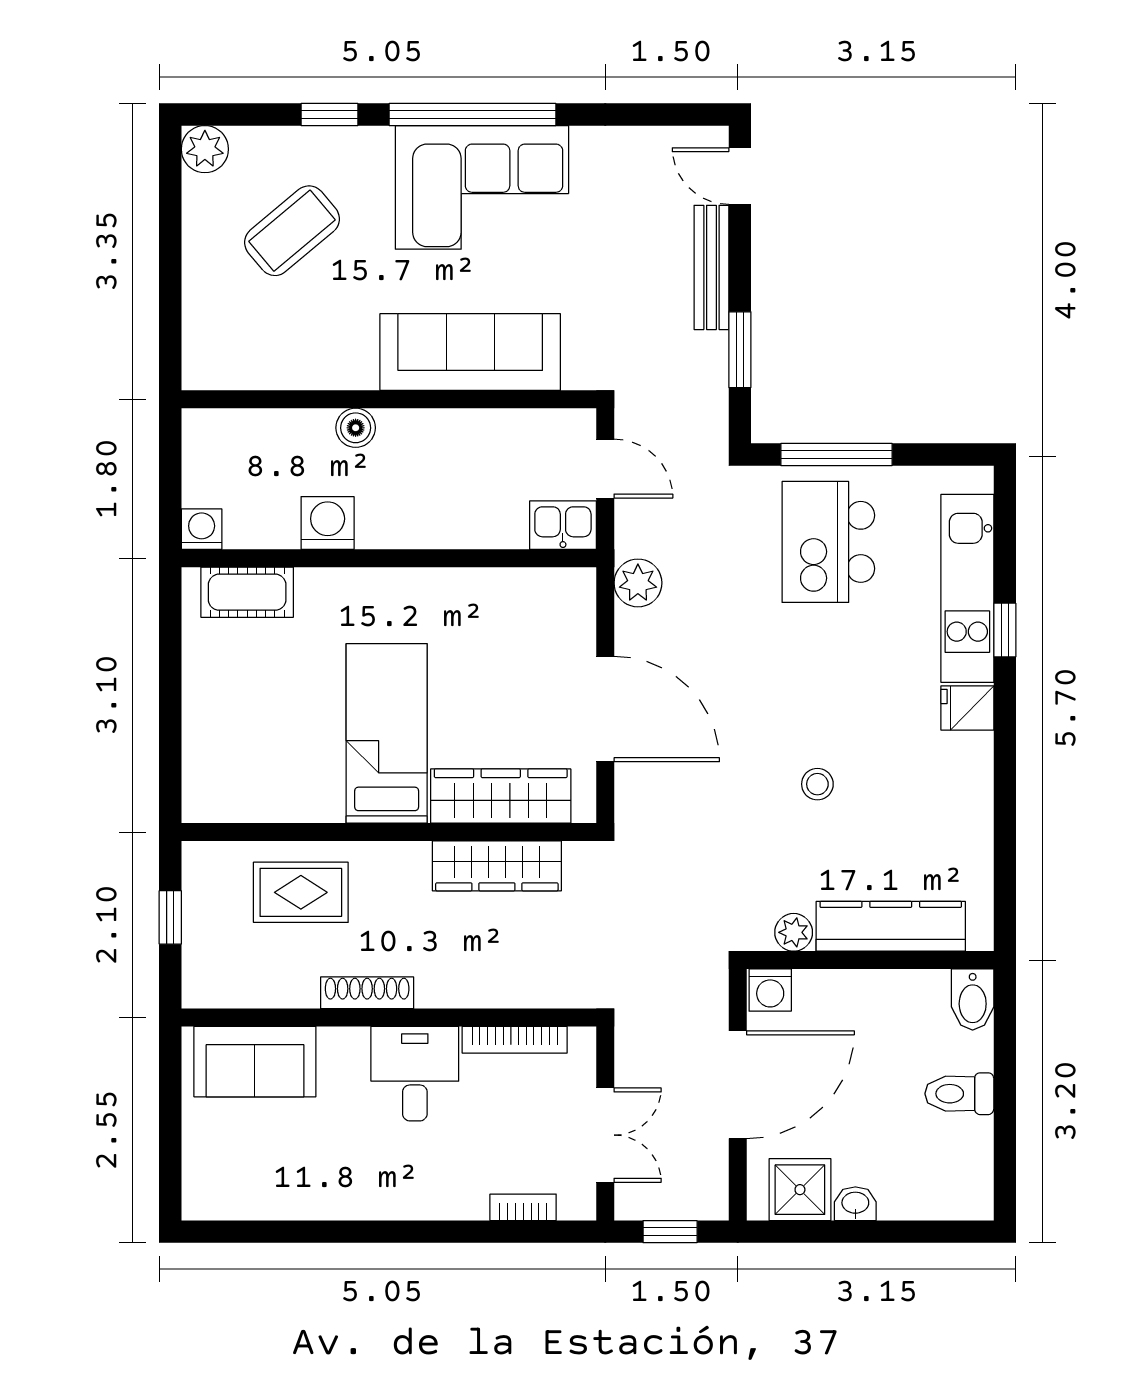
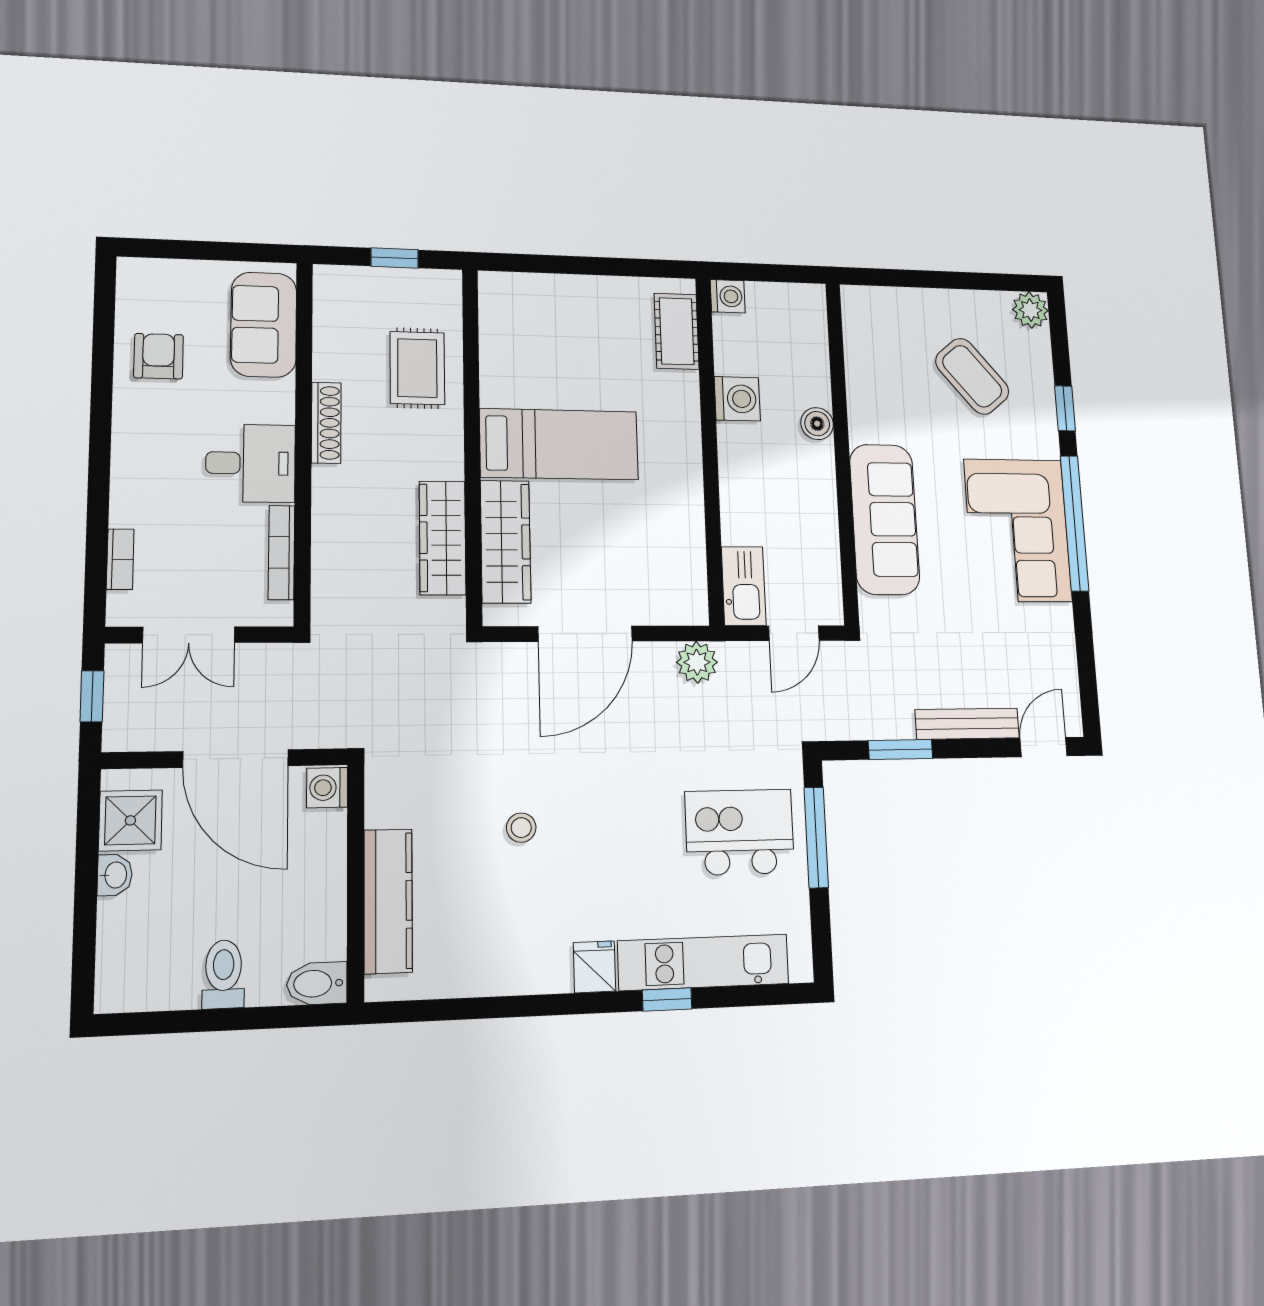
kitchen sink: (563, 525) -> (744, 586), width x1.38
plant: (794, 932) -> (382, 809), removed
armchair: (295, 1173) -> (159, 356), added

